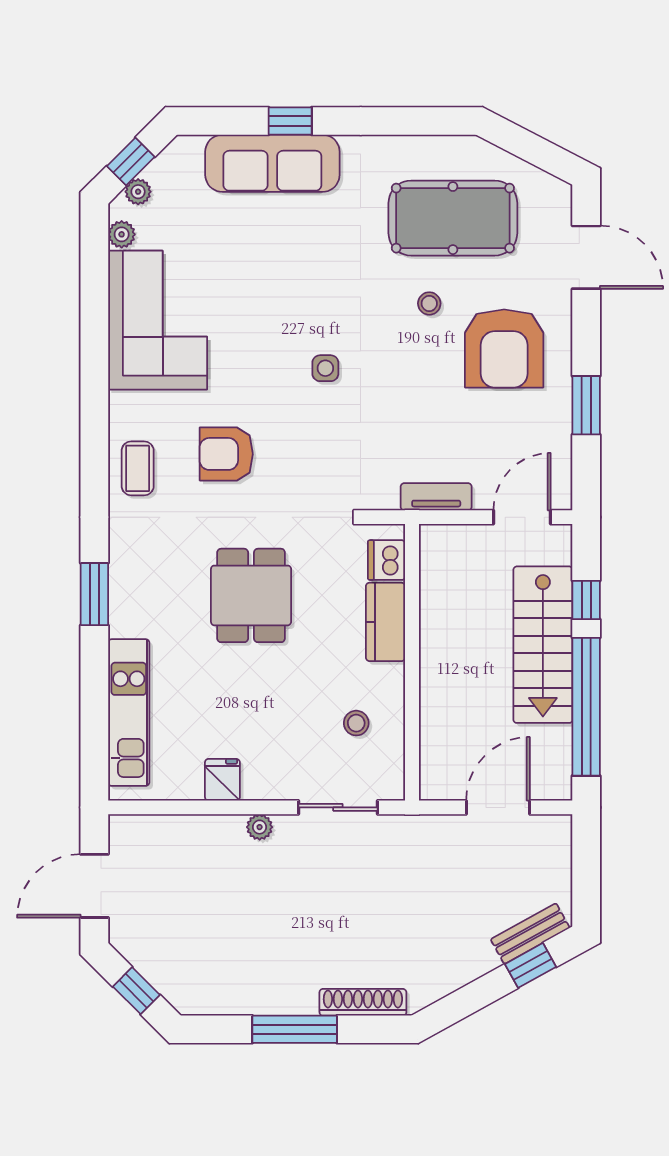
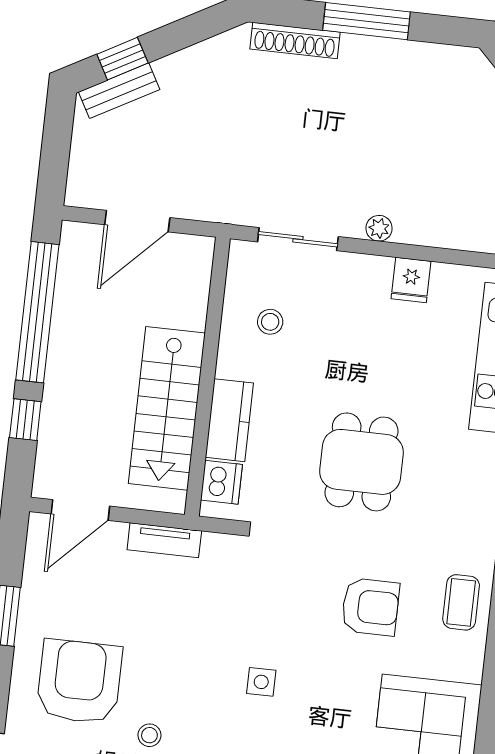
stairs: (543, 645) -> (167, 408), moved, turned 180

